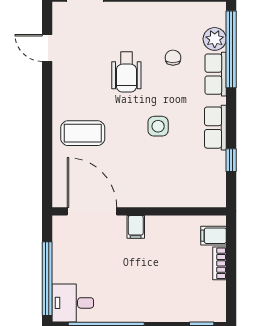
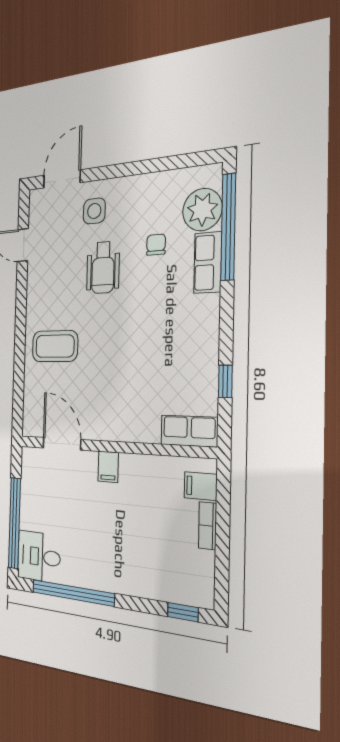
plant: (215, 39) -> (202, 210), width x1.36, depth x1.36
side table: (158, 126) -> (94, 211), moved
row of seats: (215, 128) -> (189, 431), moved, turned 90
door: (92, 211) -> (62, 444), width x0.73

